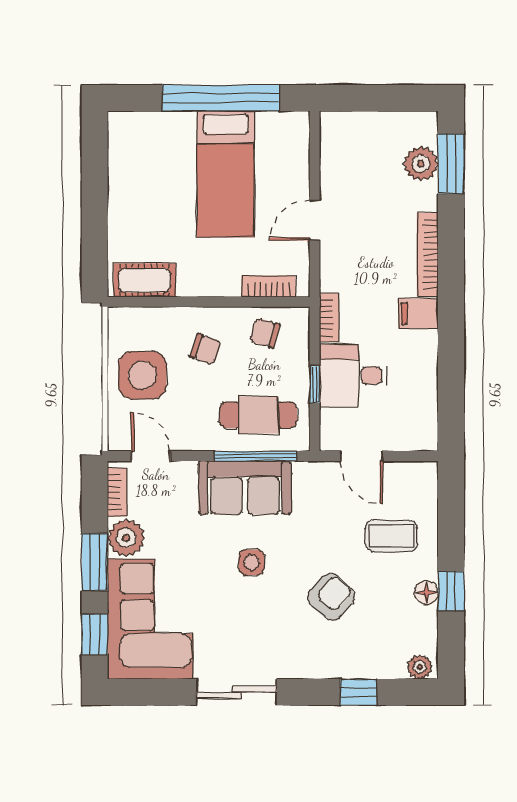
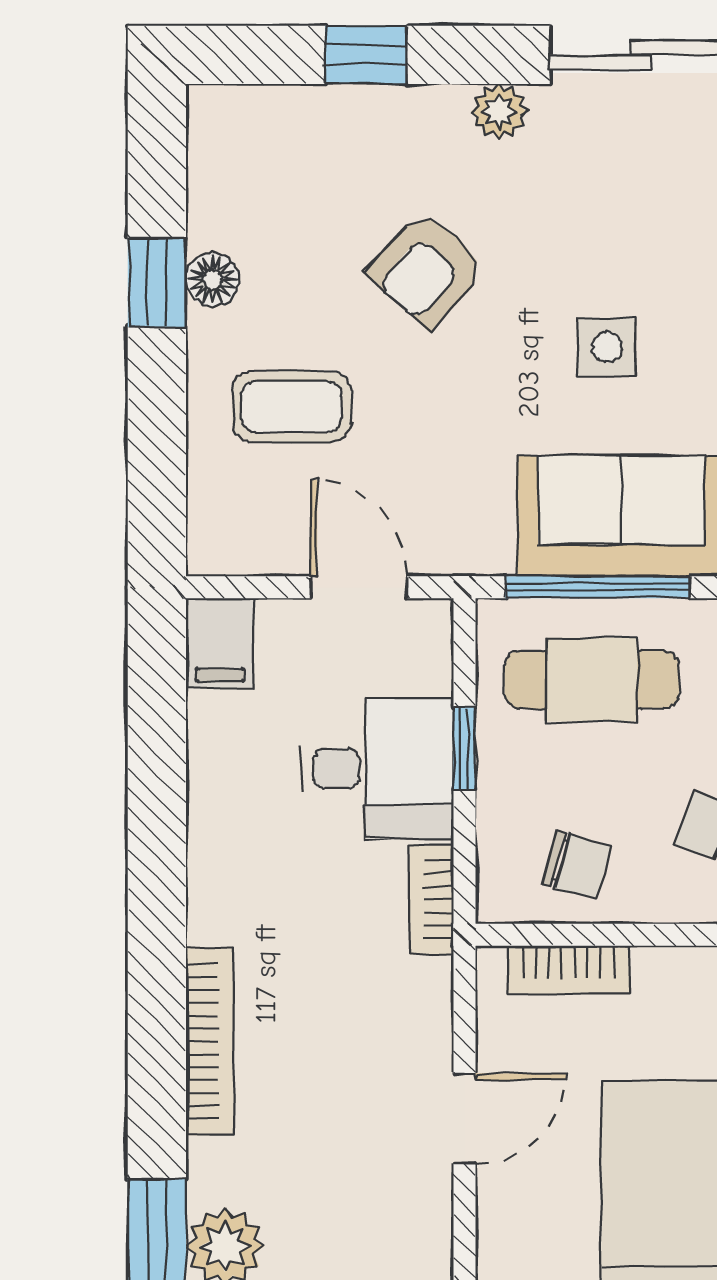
filing cabinet: (418, 314) -> (220, 643), moved, turned 90
plant: (420, 667) -> (499, 112), moved

